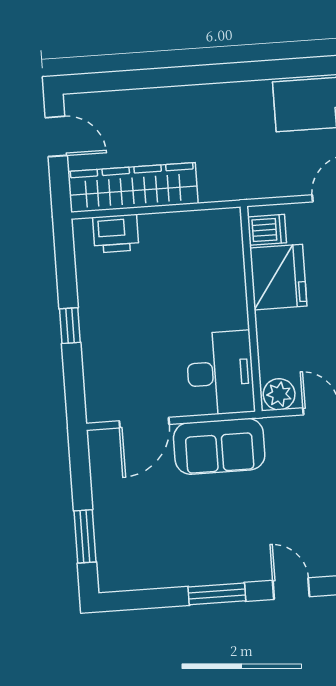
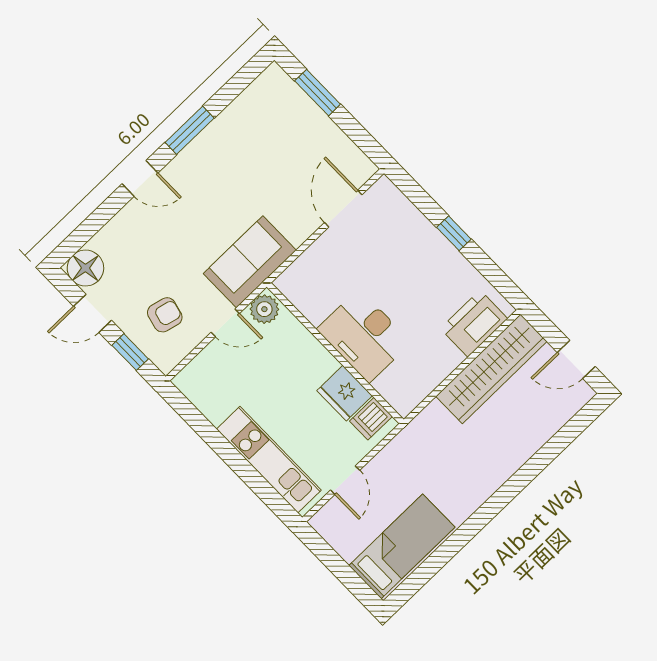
printer: (116, 234) -> (474, 324), width x1.37, depth x1.19
fridge: (278, 277) -> (345, 393), width x0.73, depth x0.75
desk: (220, 373) -> (364, 336), moved
sofa: (219, 446) -> (250, 262), moved

